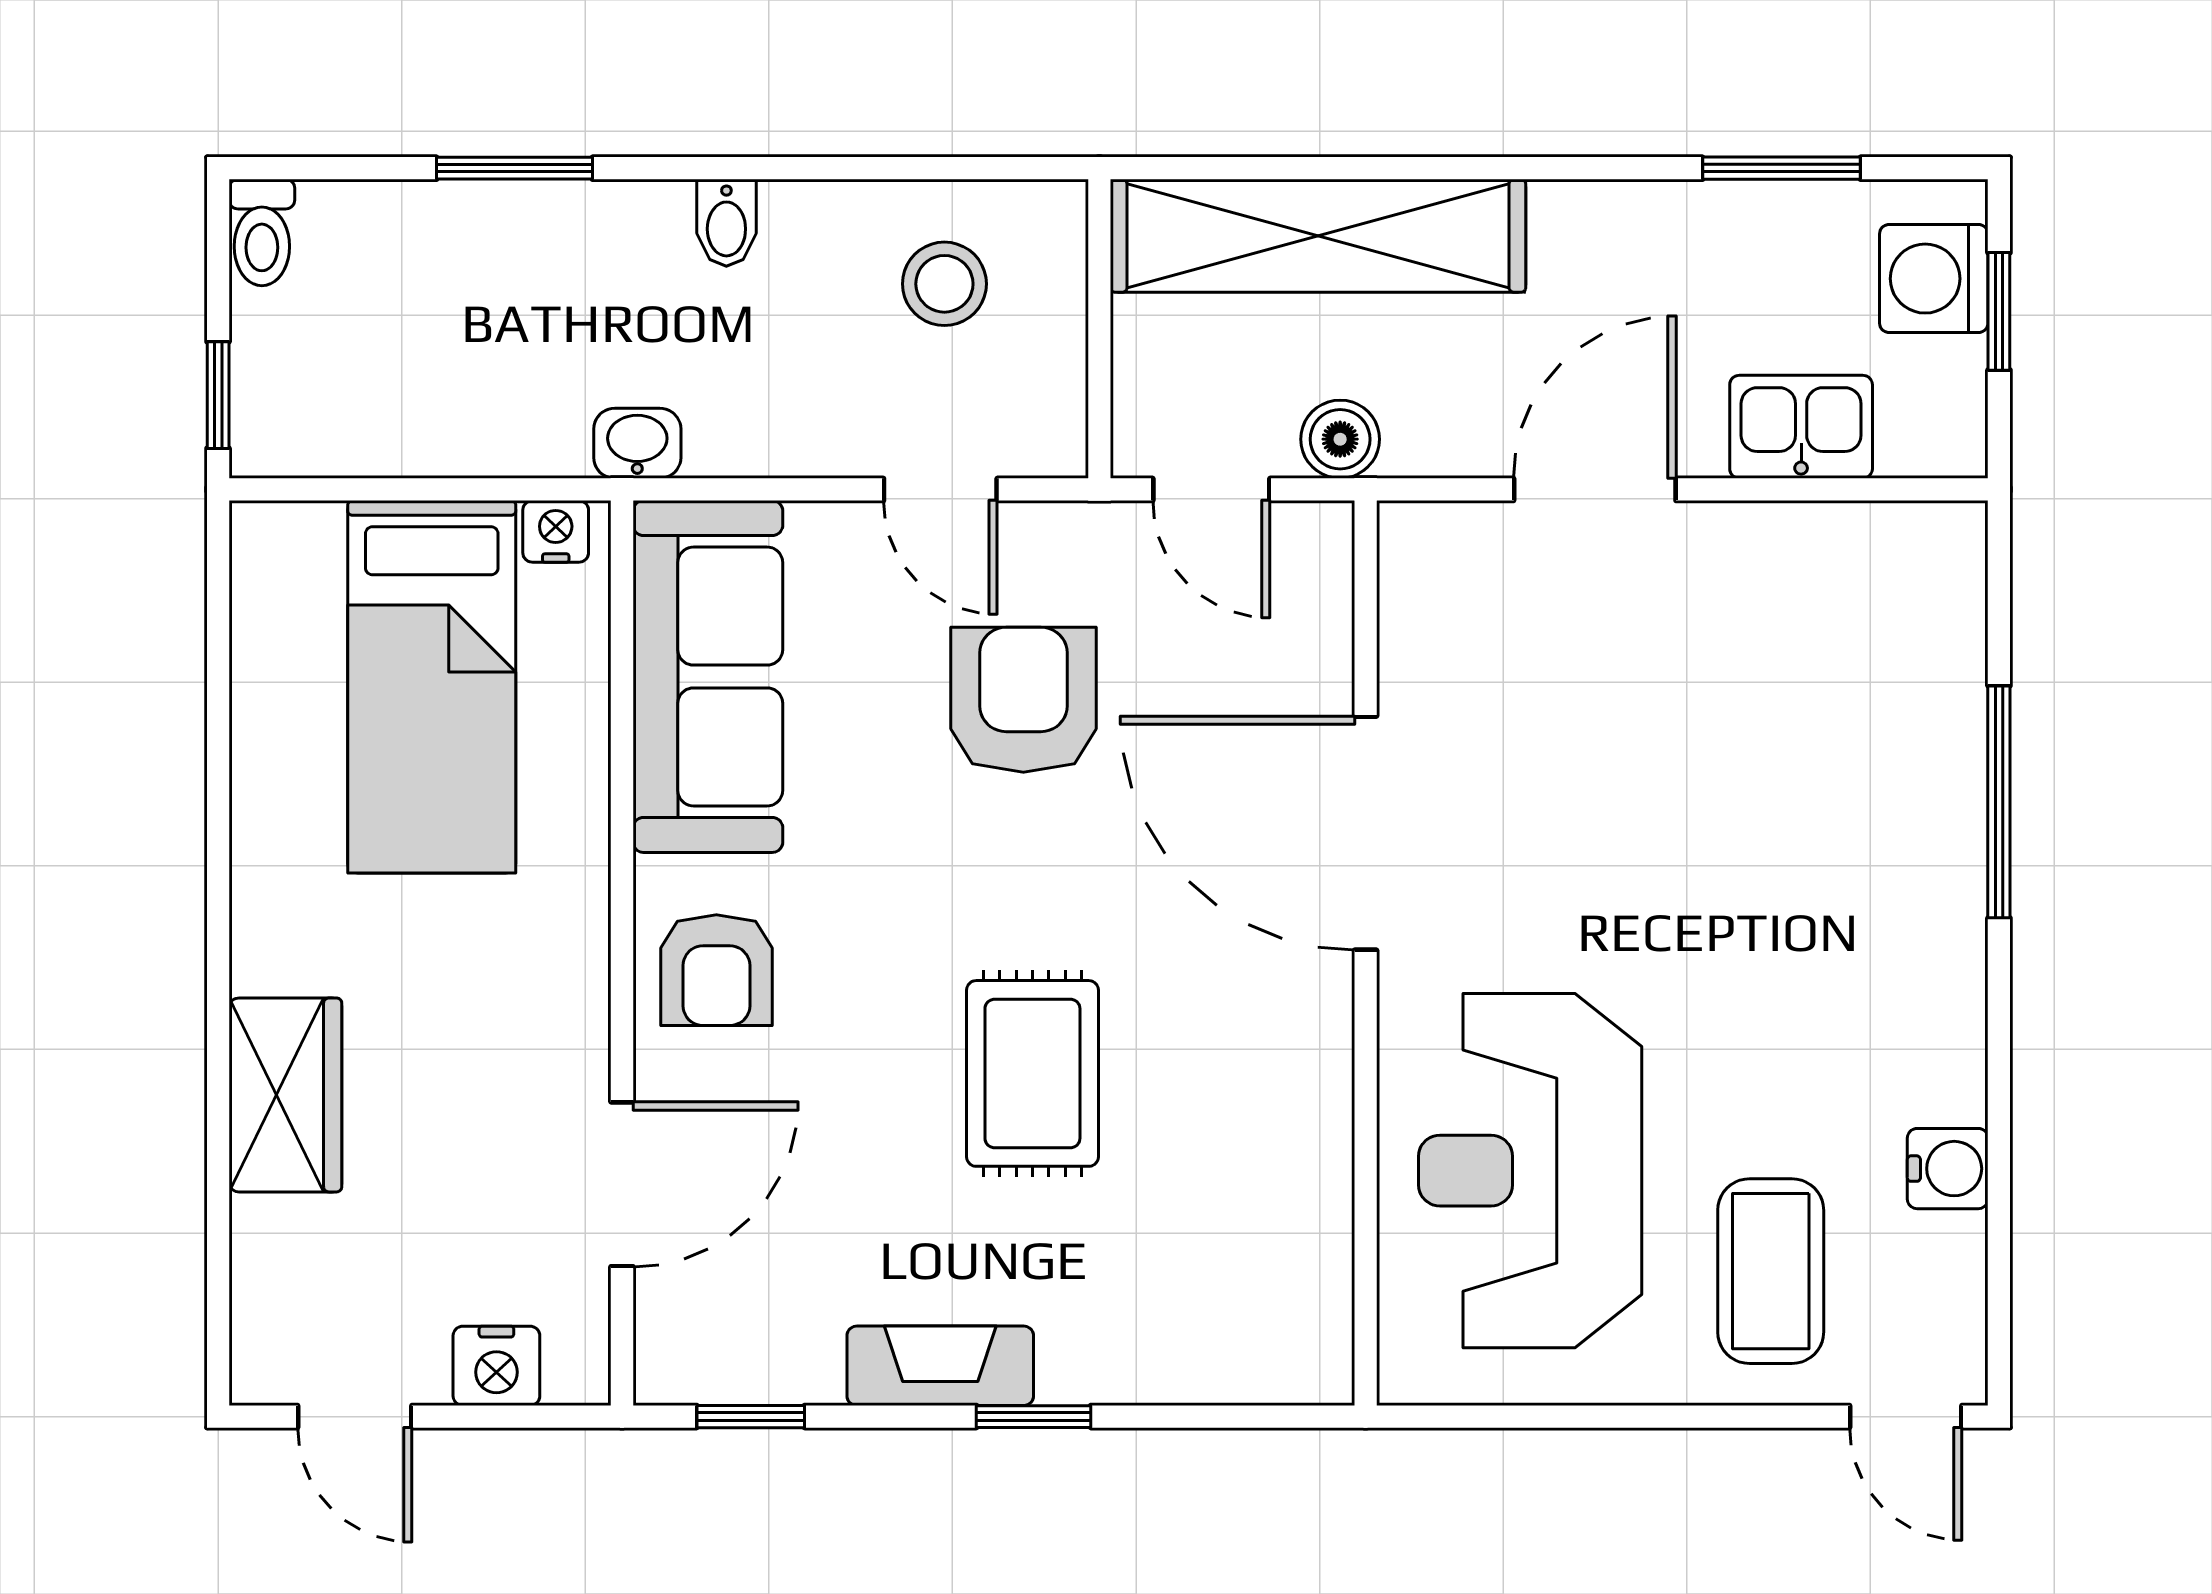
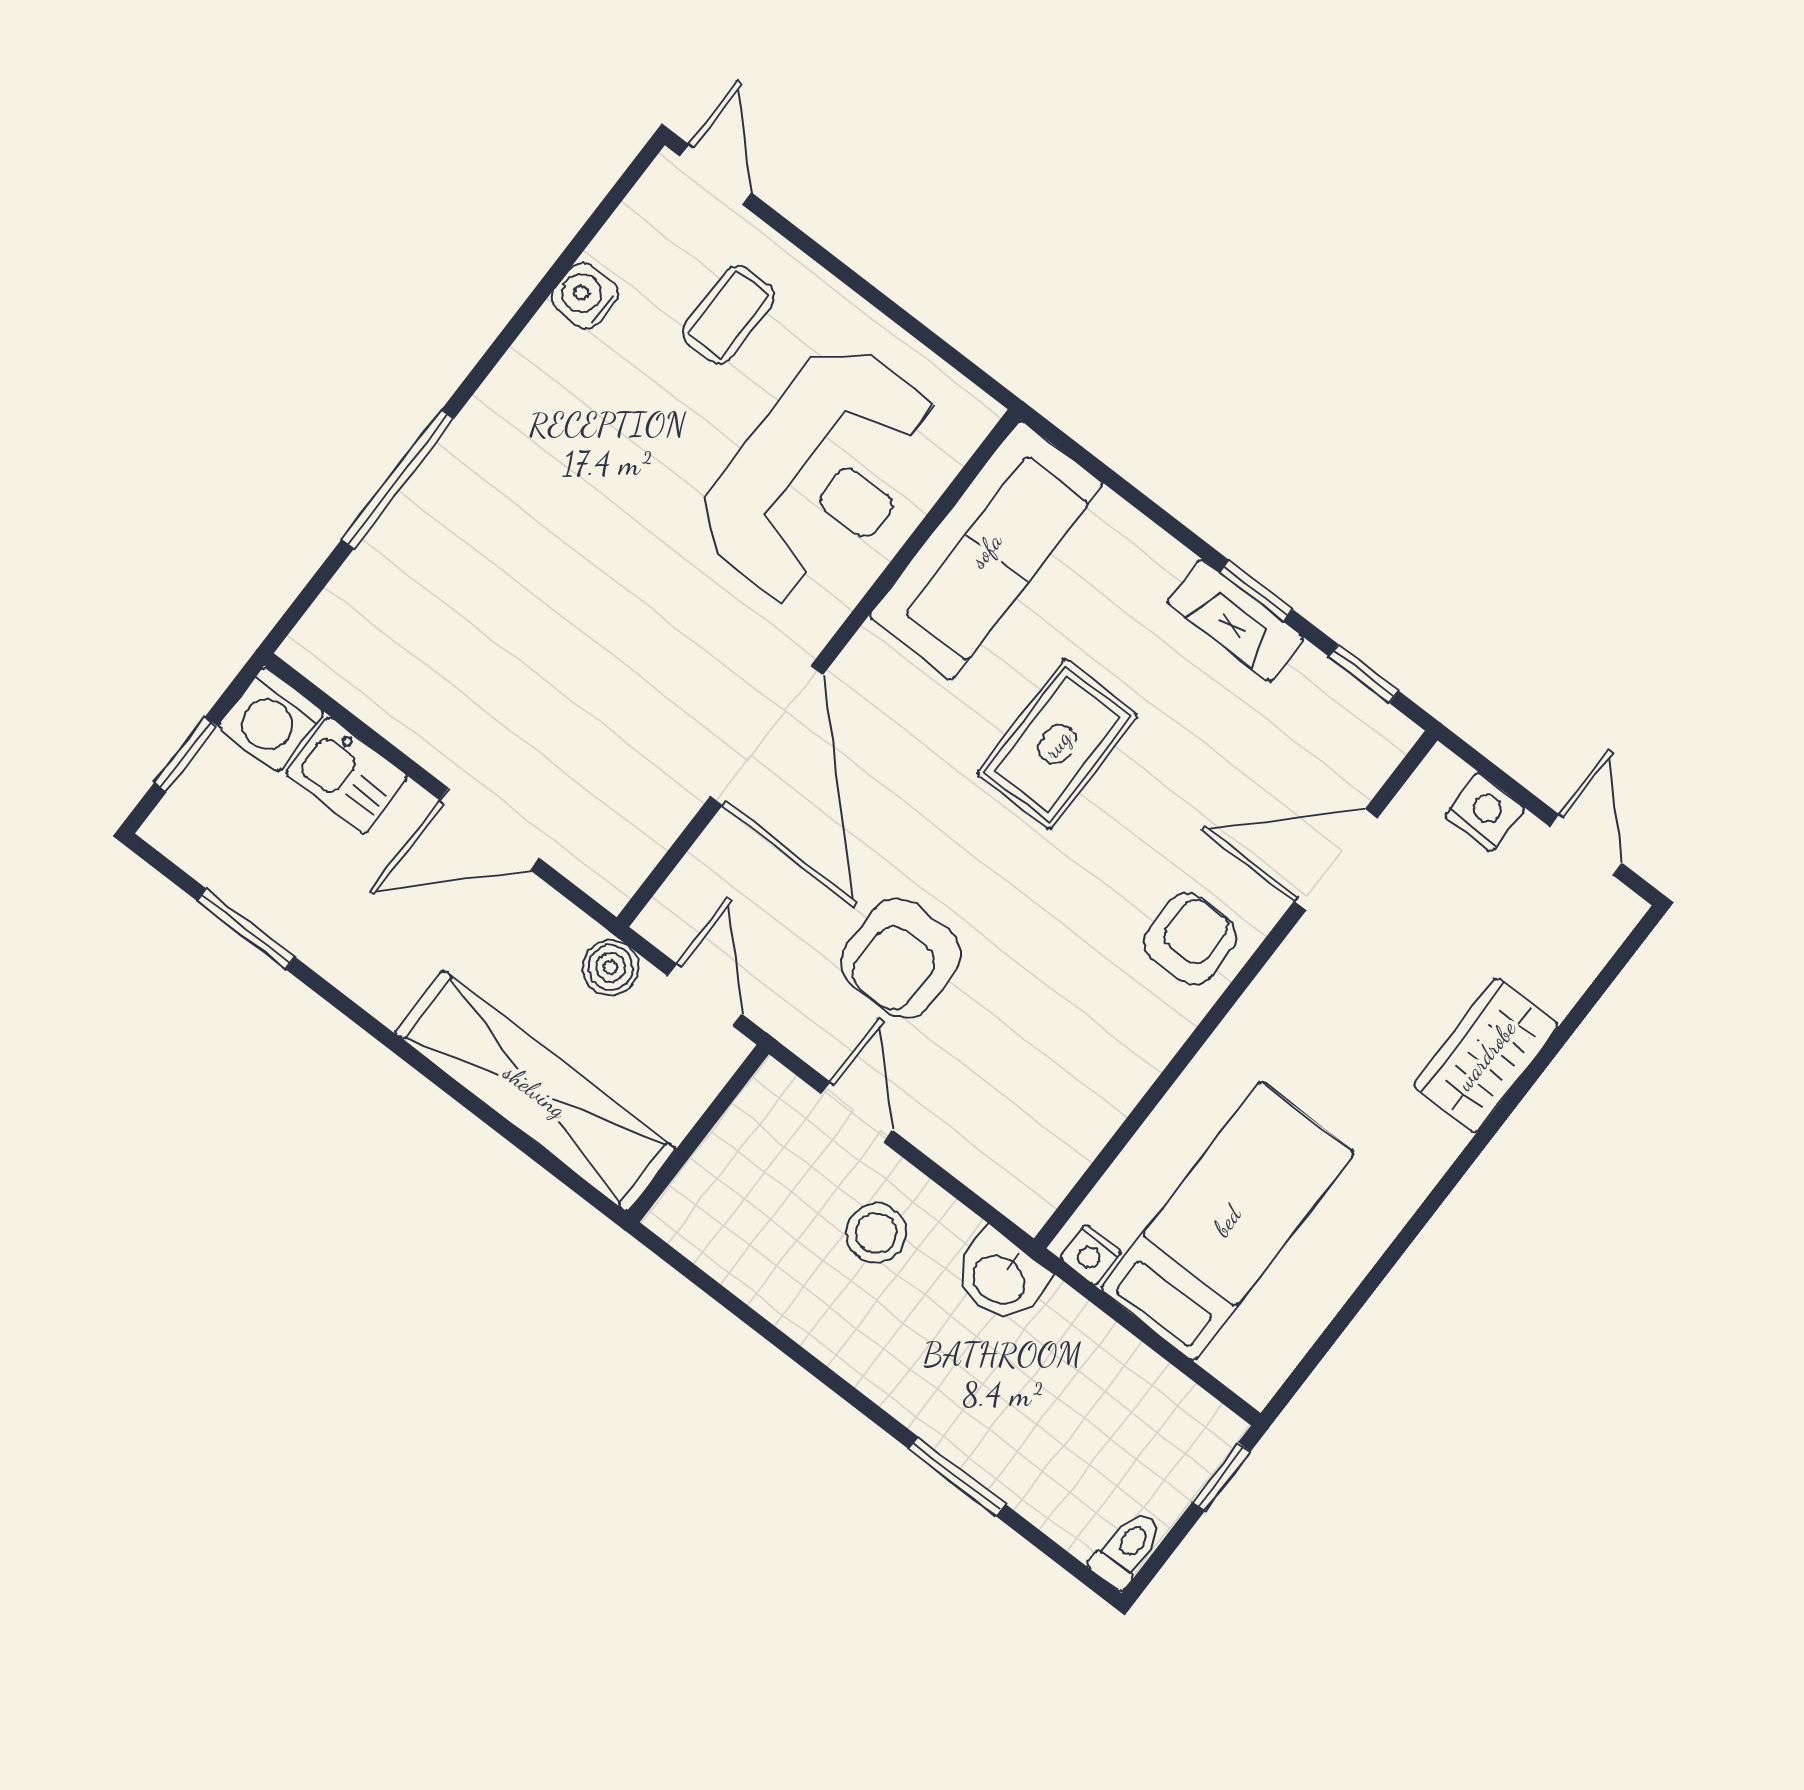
bidet: (726, 223) -> (862, 1354), removed
washing machine: (1934, 279) -> (271, 719), moved, turned 90
stool: (944, 284) -> (876, 1233), moved
washbasin: (637, 443) -> (1000, 1278), width x1.38, depth x1.45
sofa: (708, 676) -> (986, 550), moved, turned 180
coffee table: (1771, 1271) -> (729, 315), width x0.73, depth x0.77
window: (1034, 1417) -> (1256, 591), moved

